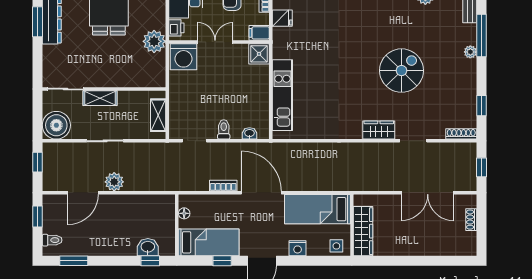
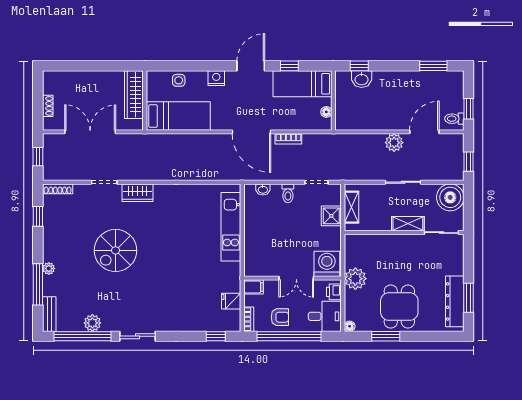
shower: (259, 54) -> (331, 216), moved
bed: (317, 209) -> (178, 116), moved
wall: (352, 225) -> (145, 100), moved
wardrobe: (363, 231) -> (134, 95), moved
toilet: (52, 240) -> (454, 119), moved

